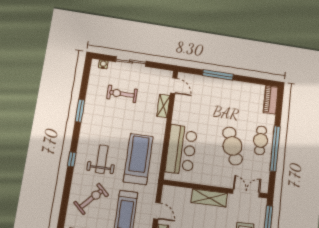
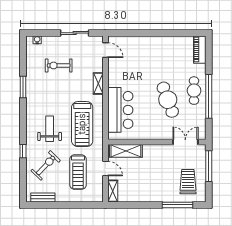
sliding door: (131, 61) -> (75, 33), moved
window: (218, 75) -> (146, 33), removed
shelving: (163, 106) -> (98, 83), moved
window: (72, 159) -> (23, 151), moved
treadmill: (138, 159) -> (82, 124), turned 180
shelving: (209, 198) -> (126, 151), moved

